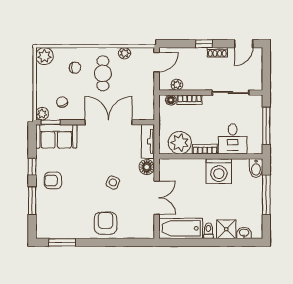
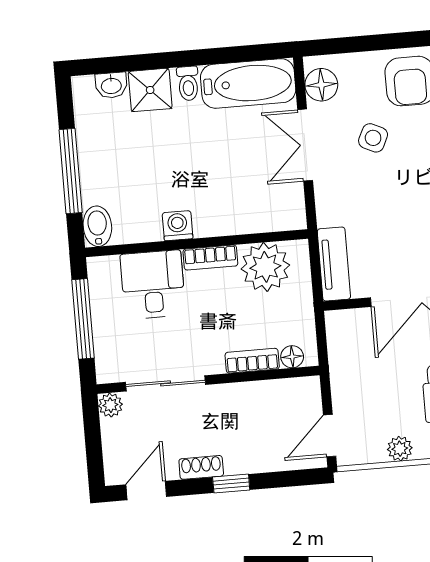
plant: (177, 85) -> (110, 405), moved
floor lamp: (147, 167) -> (321, 85), moved
washing machine: (219, 171) -> (178, 226), width x0.53, depth x0.53
side table: (113, 182) -> (373, 138), moved

